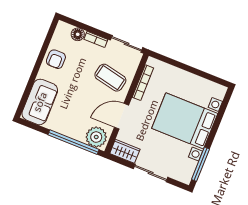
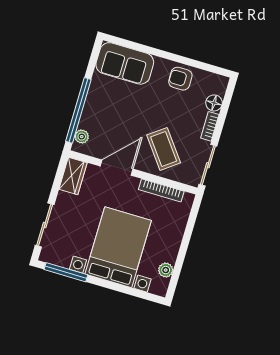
coffee table: (110, 78) -> (164, 149), turned -49
plant: (206, 85) -> (166, 270), added
door: (122, 116) -> (117, 168), hinge flipped
plant: (96, 137) -> (82, 137), width x0.53, depth x0.53
sliding door: (151, 173) -> (45, 225), moved

